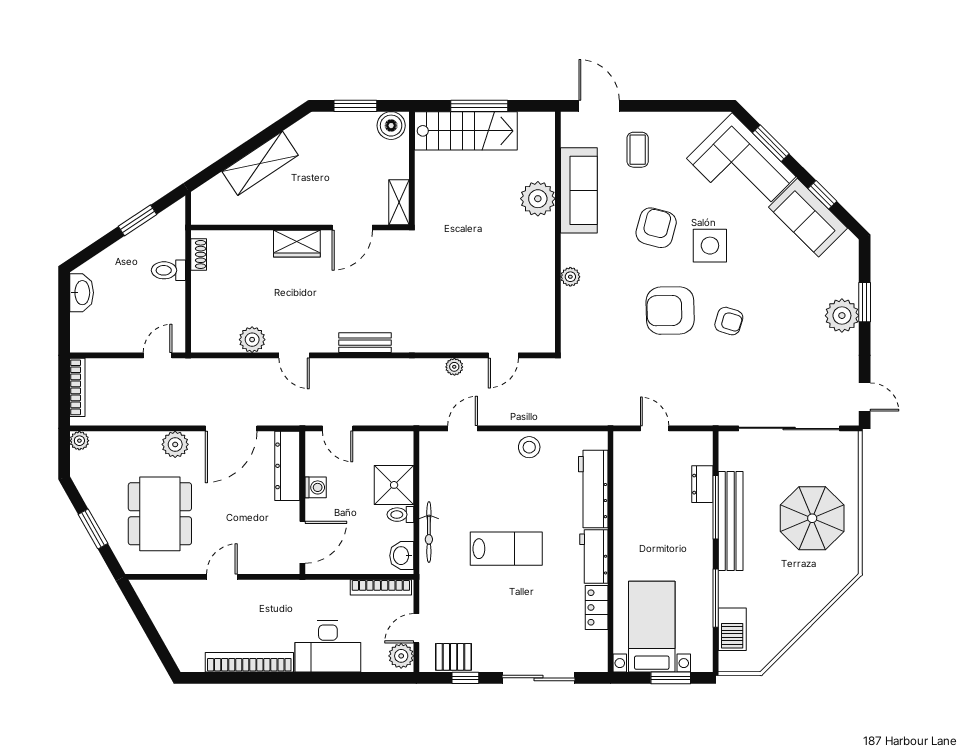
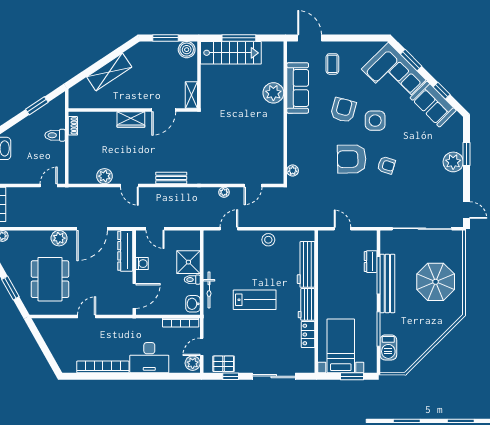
plant: (570, 277) -> (293, 171), moved

